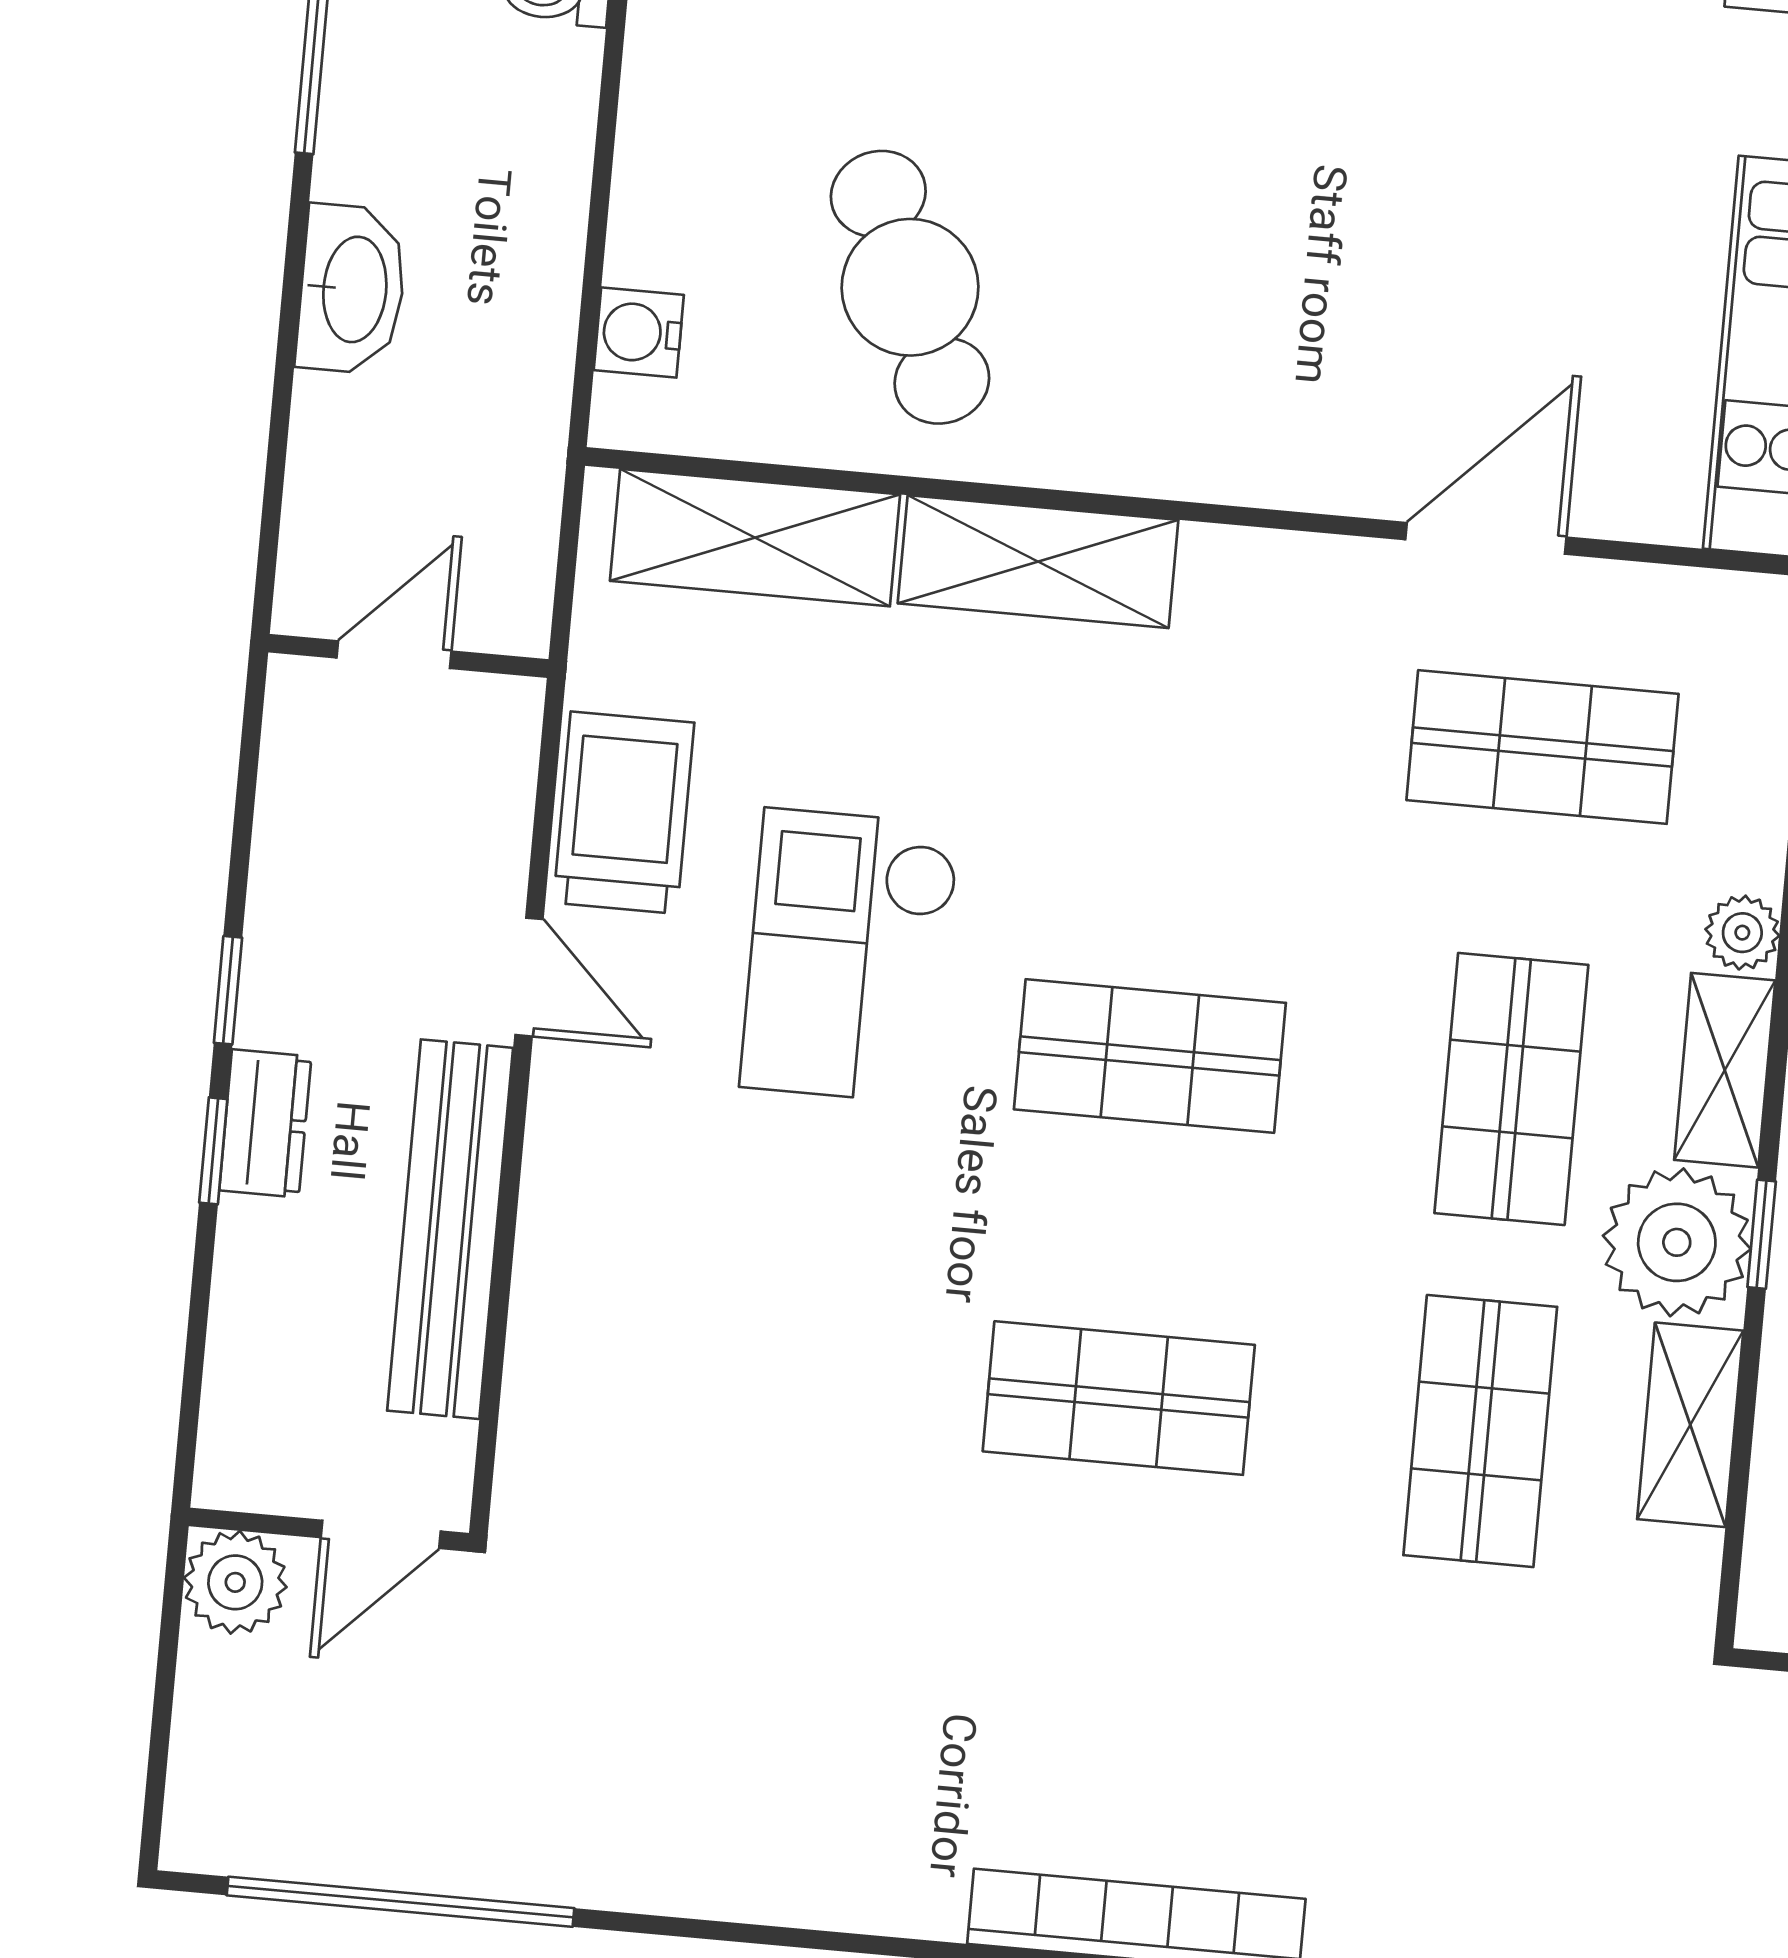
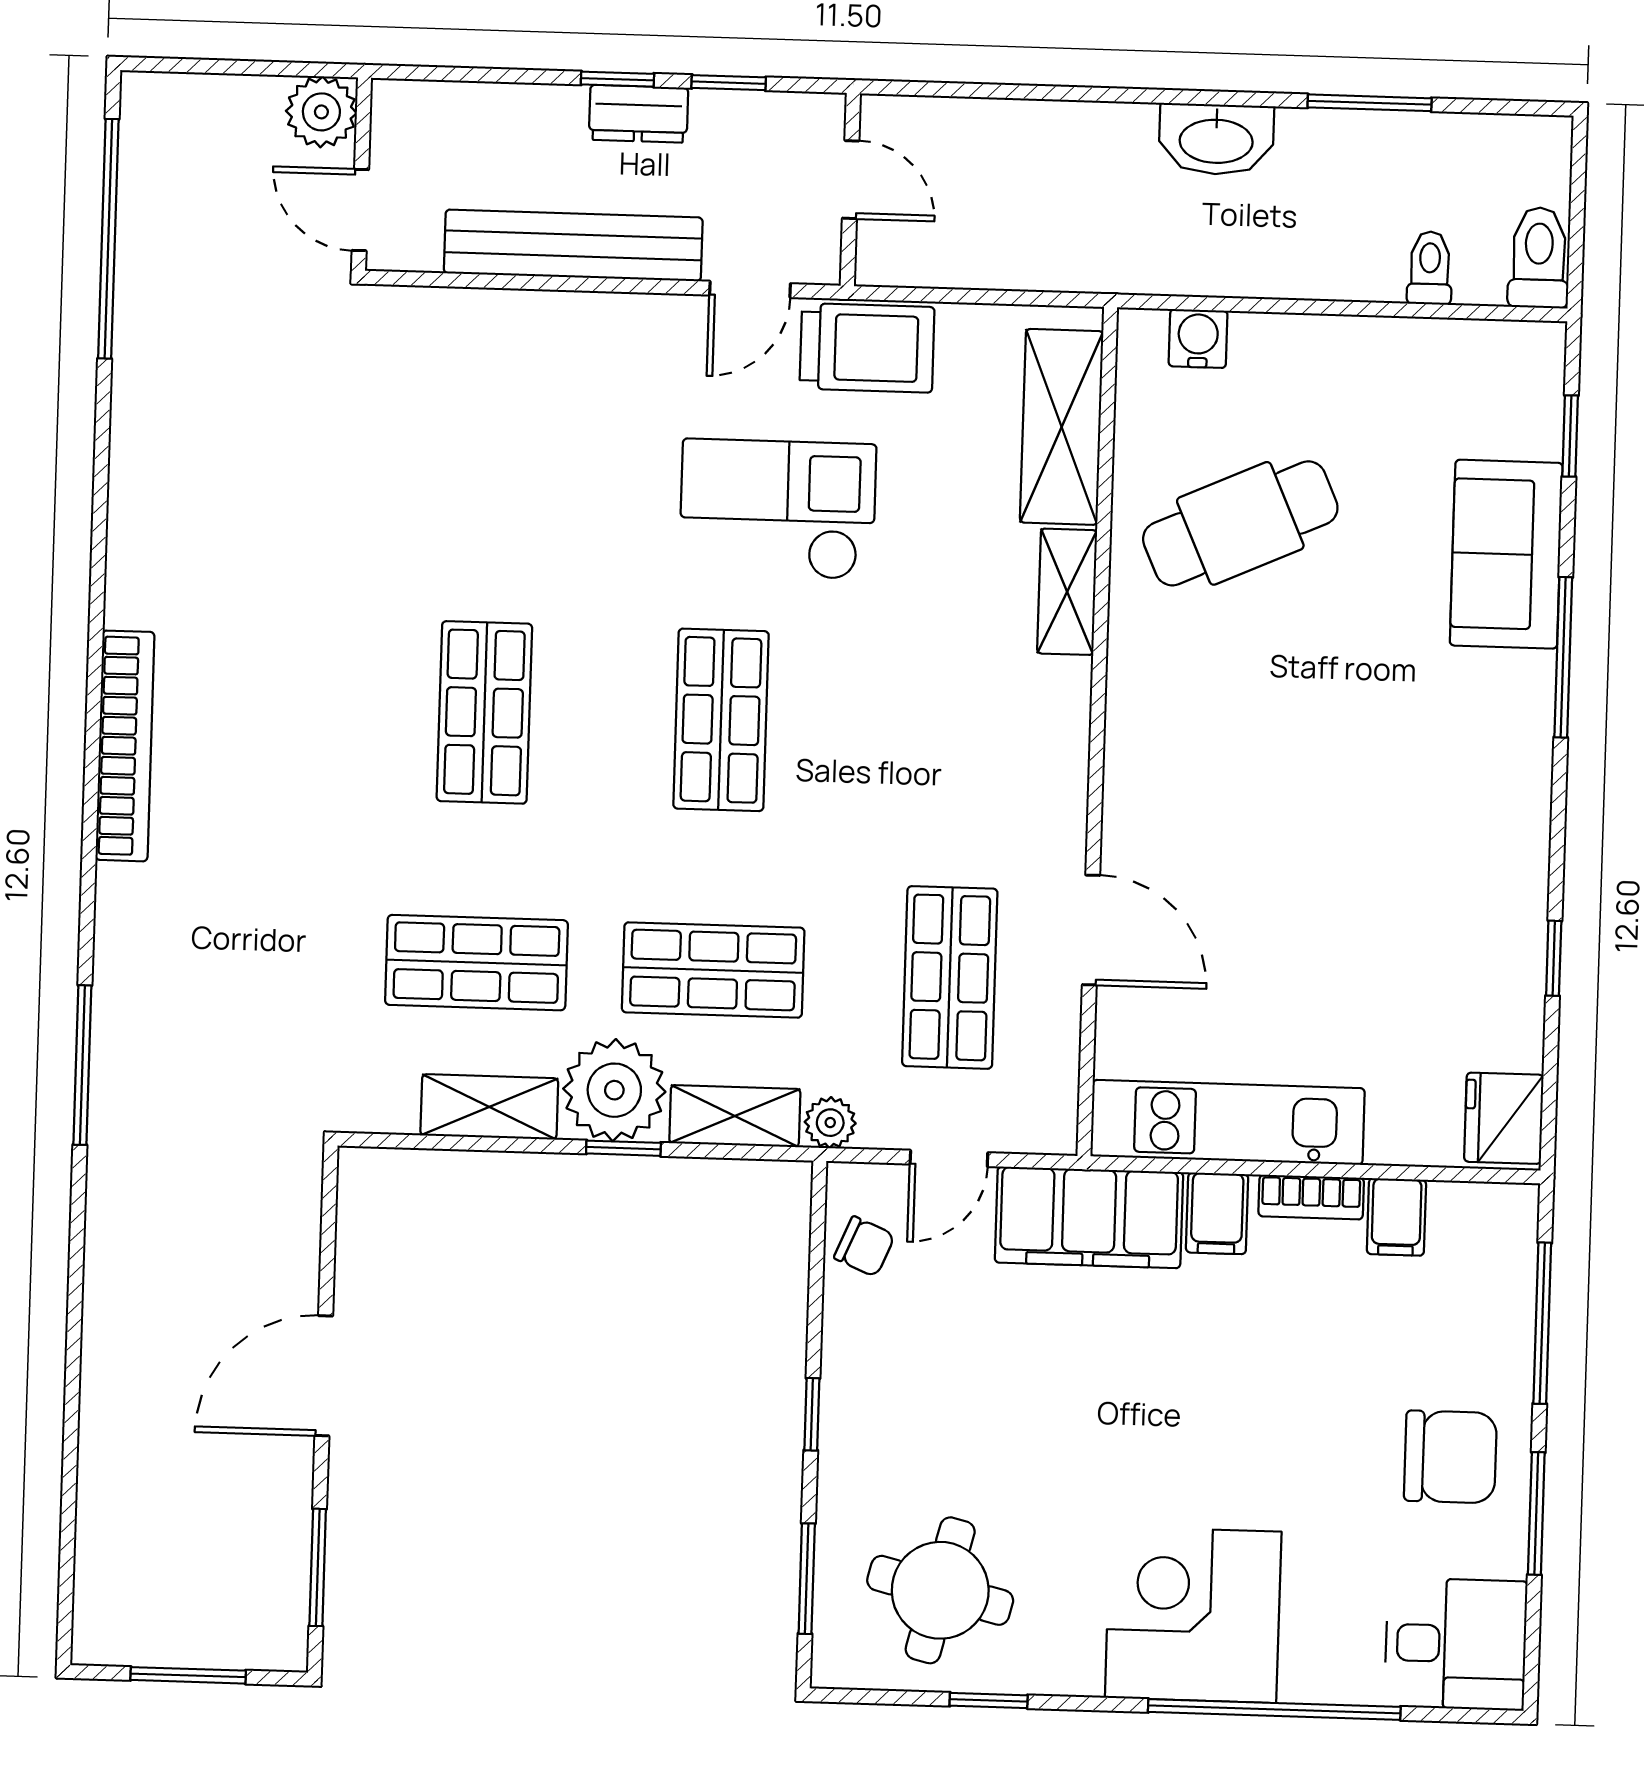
shelving: (1038, 562) -> (1067, 592), width x0.67, depth x0.75
door: (394, 655) -> (851, 180), moved
wall: (408, 656) -> (850, 189), moved

